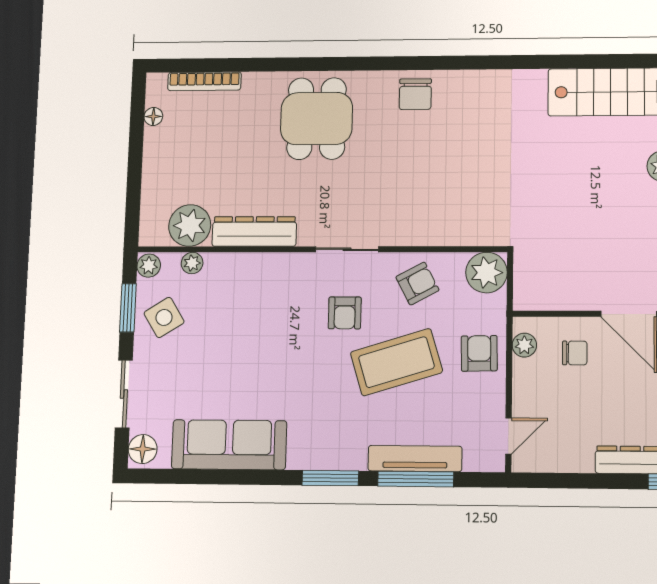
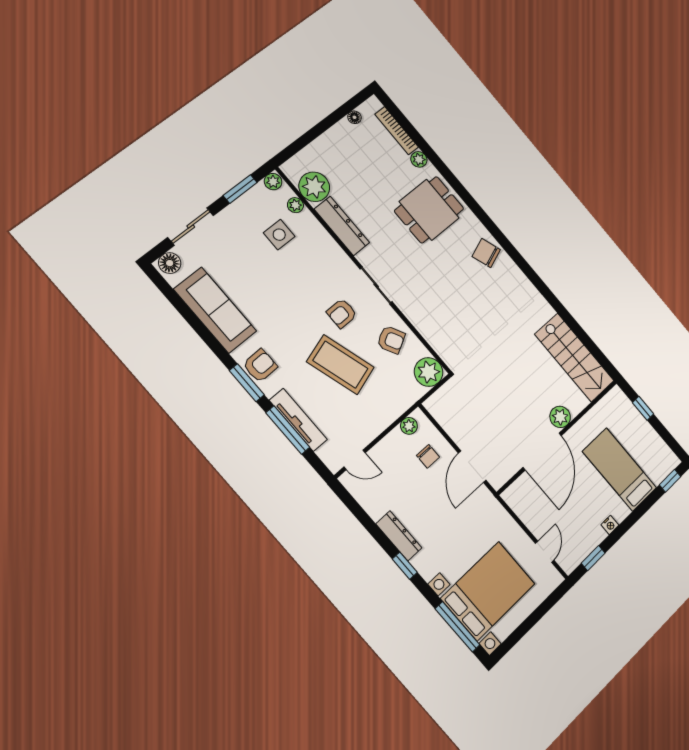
plant: (254, 83) -> (419, 159), added
chair: (415, 94) -> (486, 253), turned 70
side table: (164, 317) -> (279, 235), moved, turned 32
armchair: (479, 353) -> (260, 366), moved

